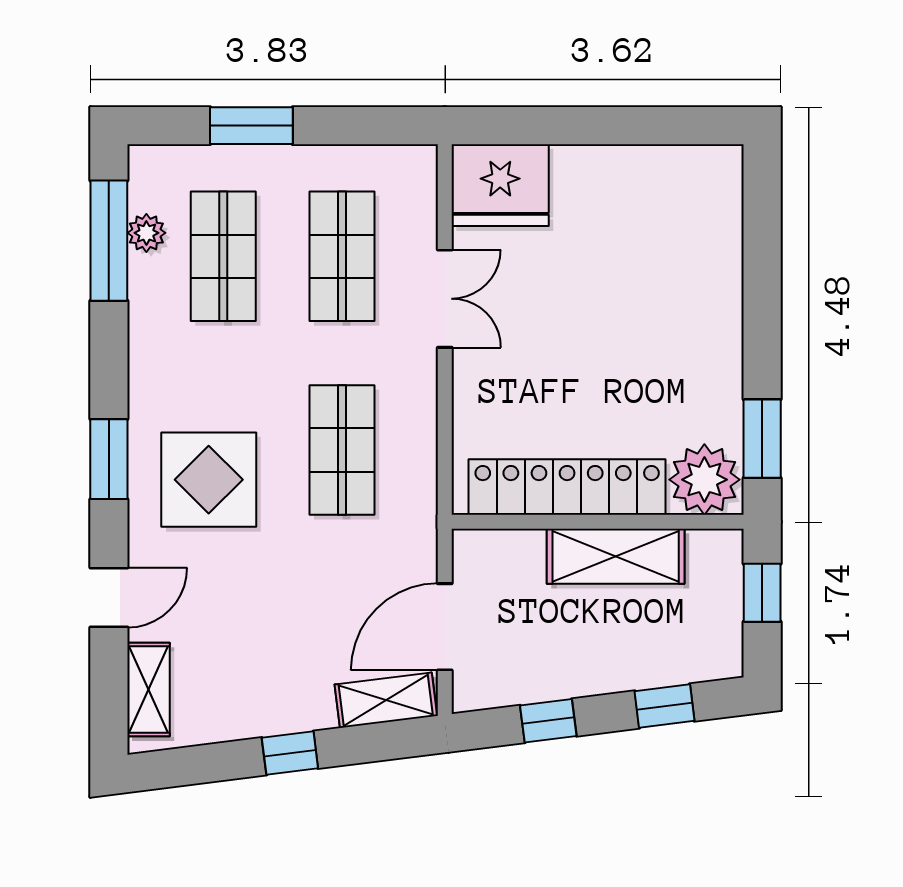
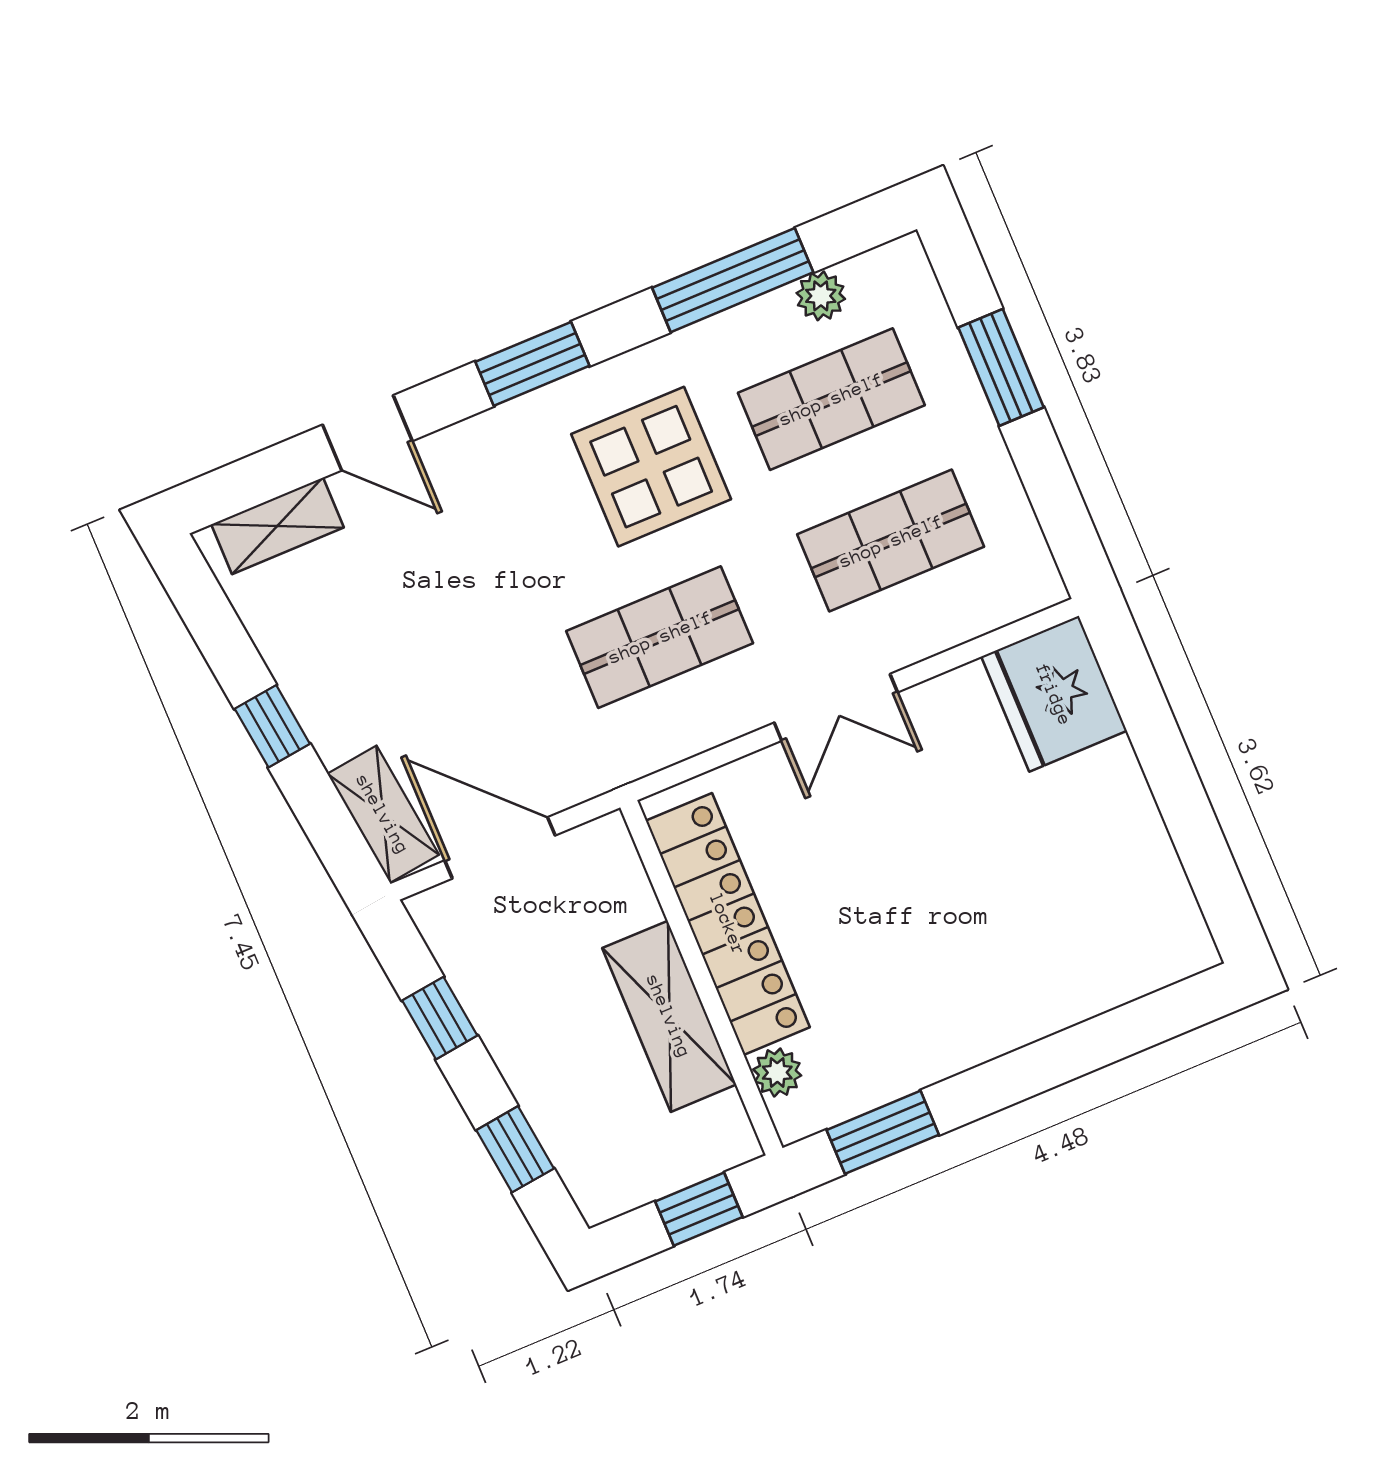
window: (109, 241) -> (733, 280), moved
double door: (445, 299) -> (836, 707), moved
display table: (209, 480) -> (651, 467), moved
plant: (704, 480) -> (777, 1073), width x0.53, depth x0.53

